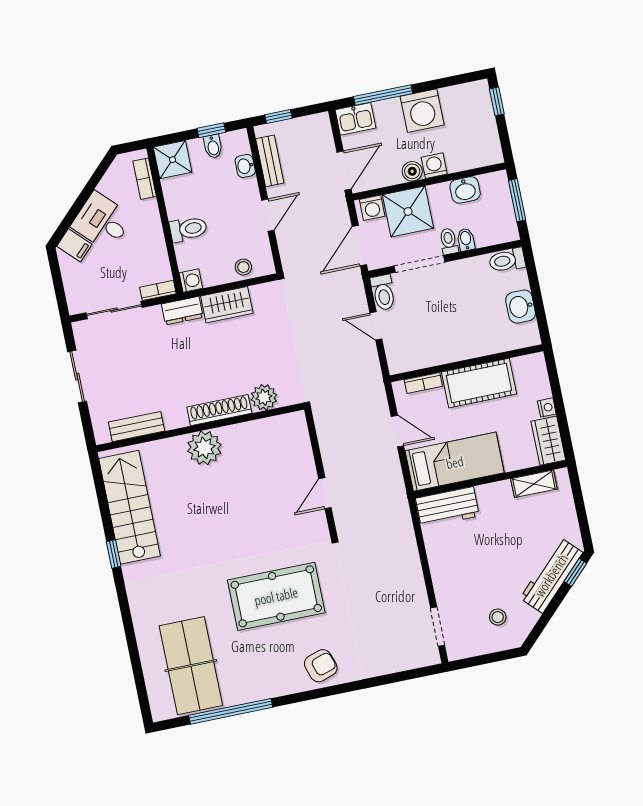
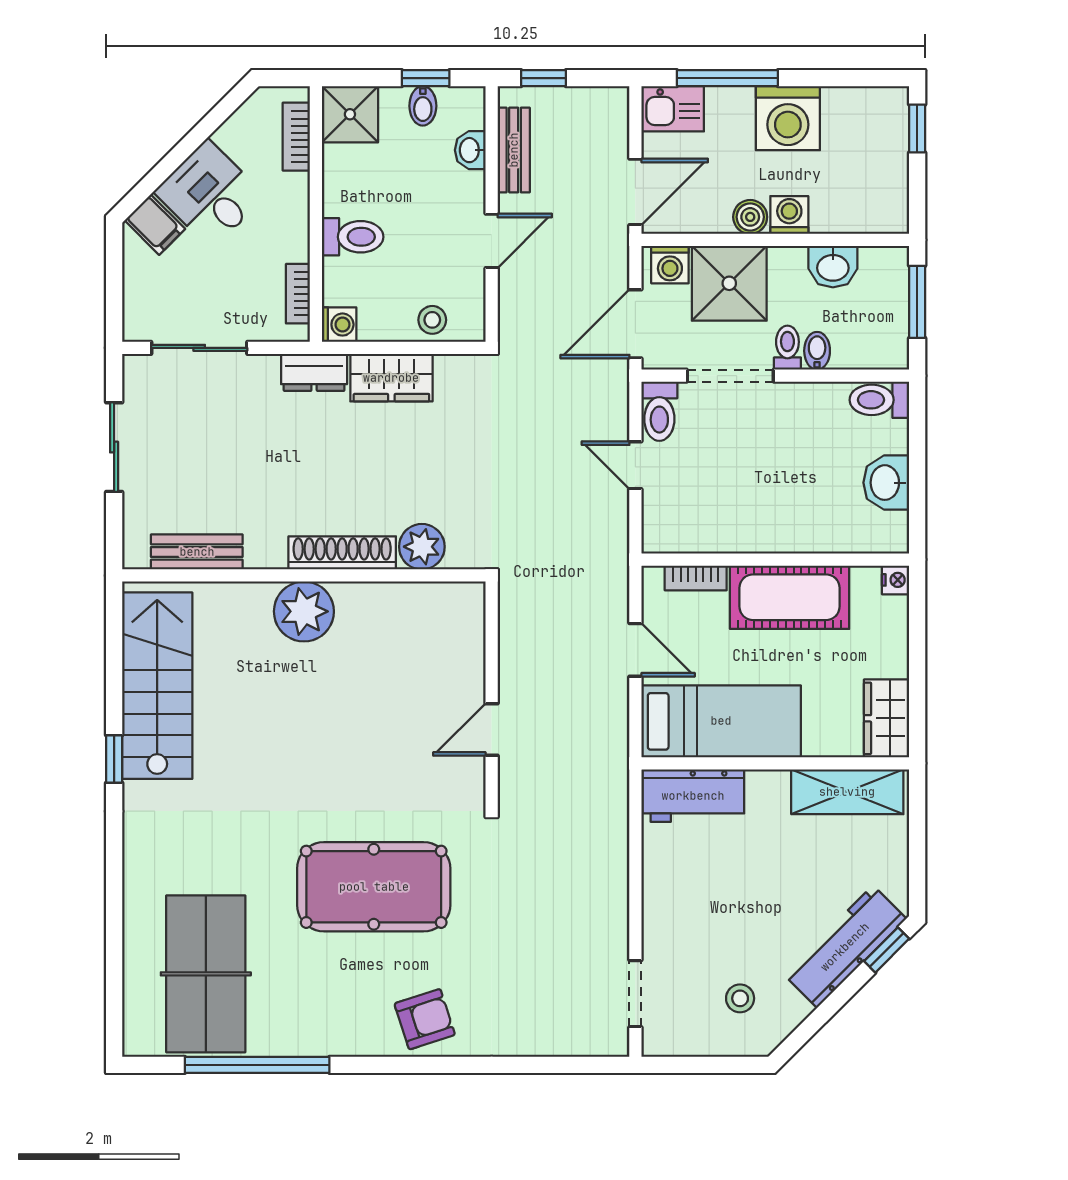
bookcase: (158, 290) -> (298, 294), moved, turned -90
nightstand: (547, 407) -> (895, 580), moved
shelving: (534, 484) -> (847, 792), width x1.50, depth x1.33

